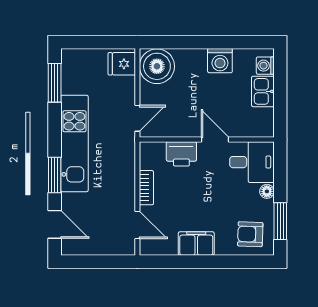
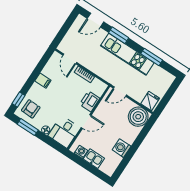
washing machine: (265, 66) -> (81, 152), moved
window: (55, 83) -> (152, 57), moved
door: (137, 118) -> (120, 92), hinge flipped
door: (137, 225) -> (70, 59), hinge flipped
filing cabinet: (196, 244) -> (43, 81), width x0.50
window: (248, 262) -> (19, 100), added

